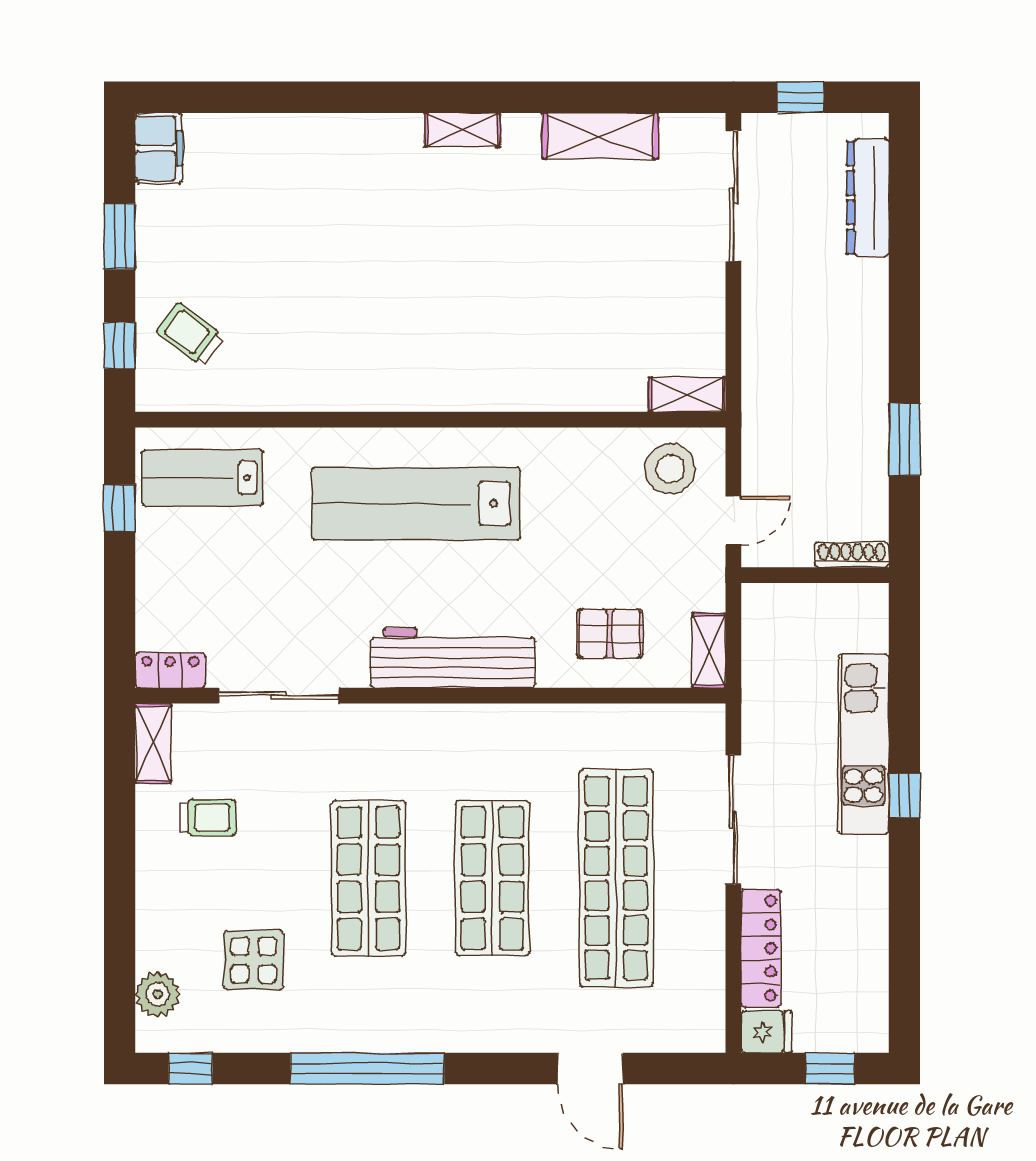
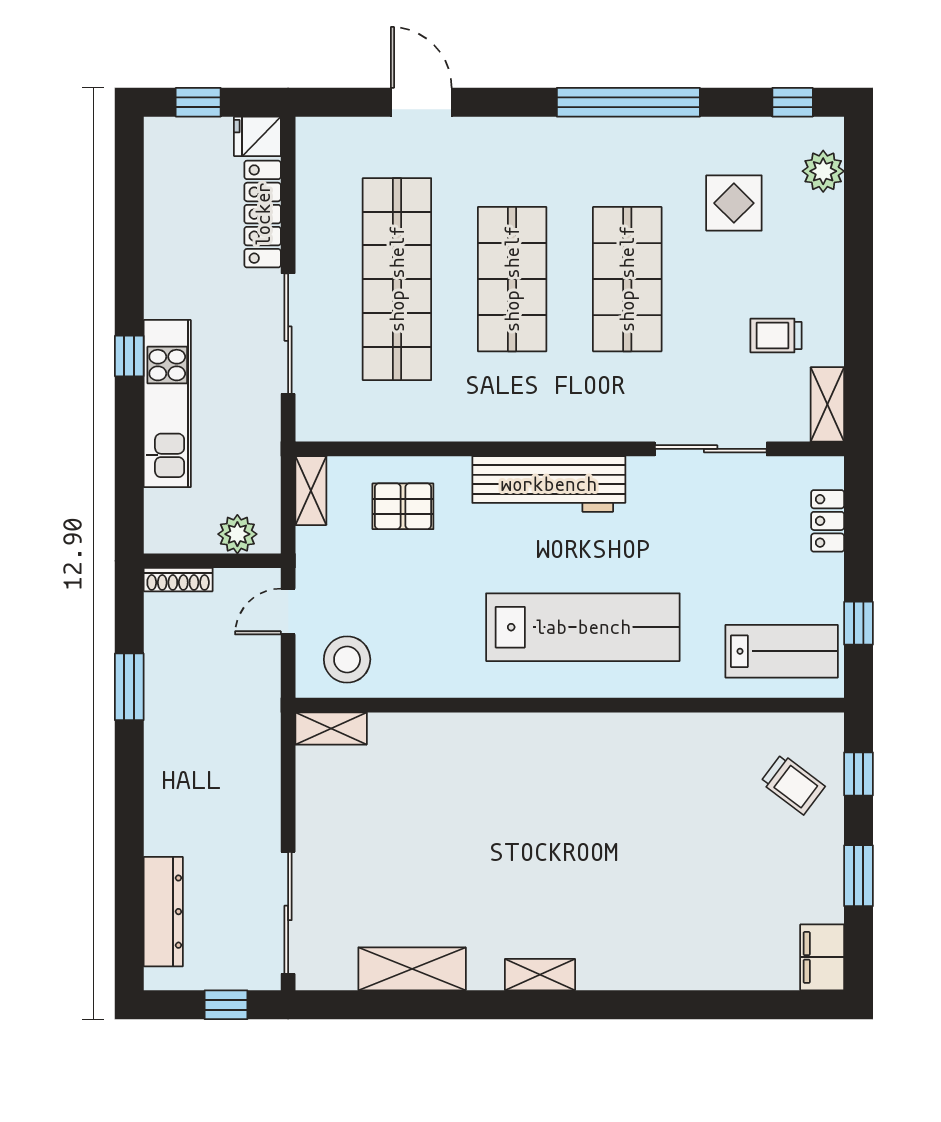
plant: (788, 604) -> (237, 534), added
locker: (170, 670) -> (828, 521), moved, turned 90

